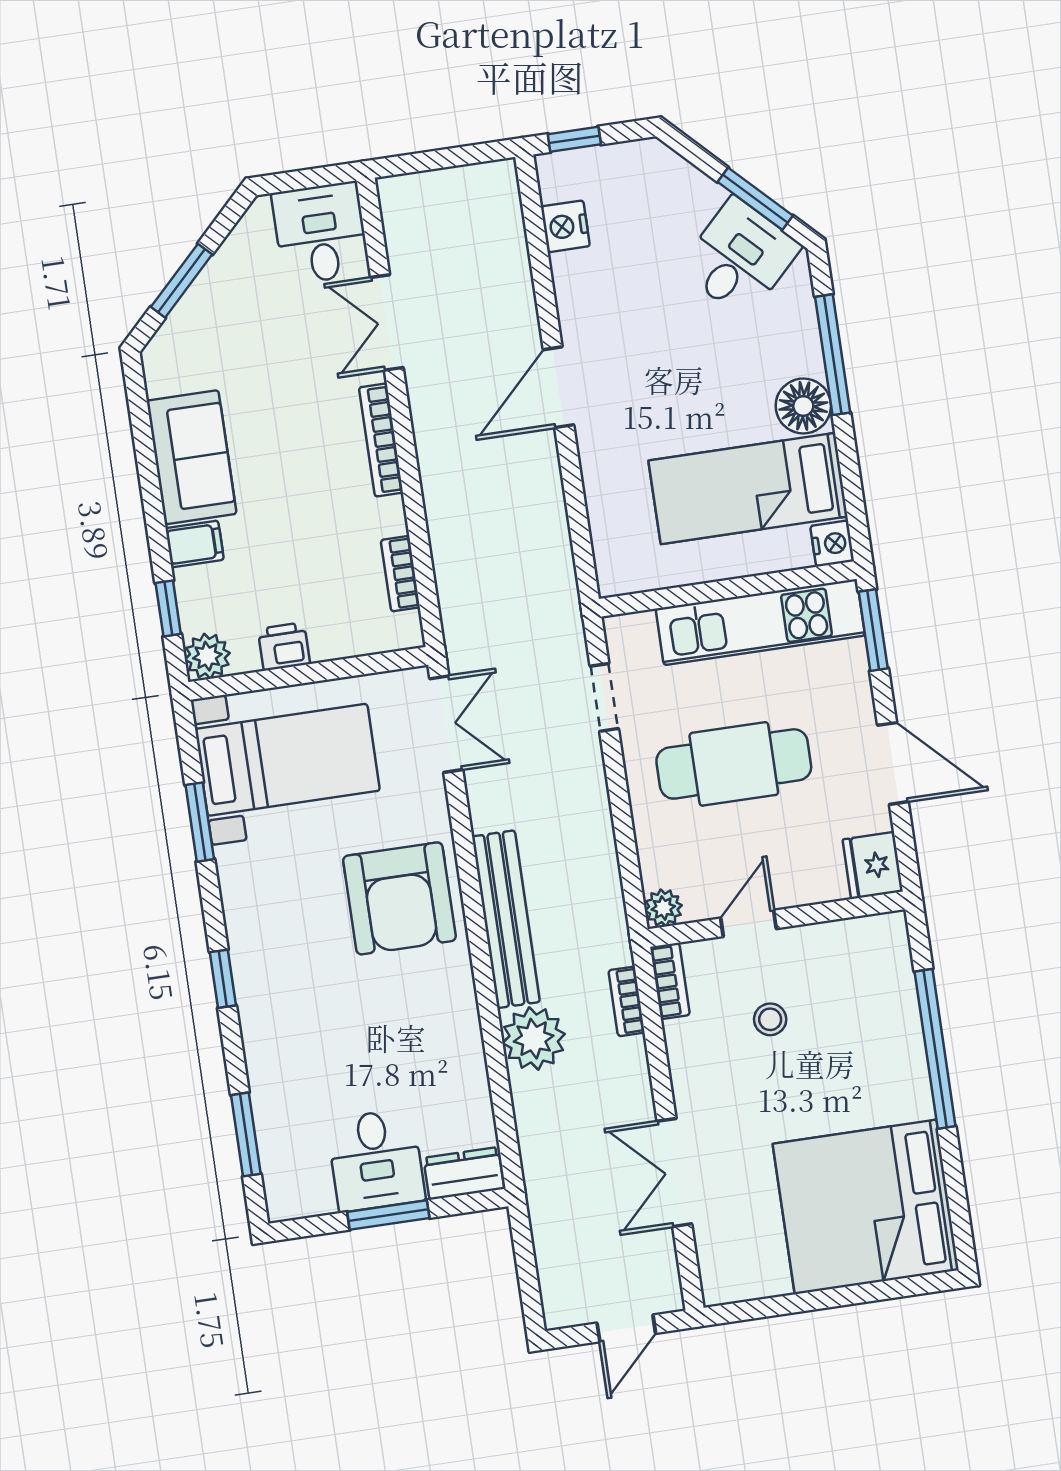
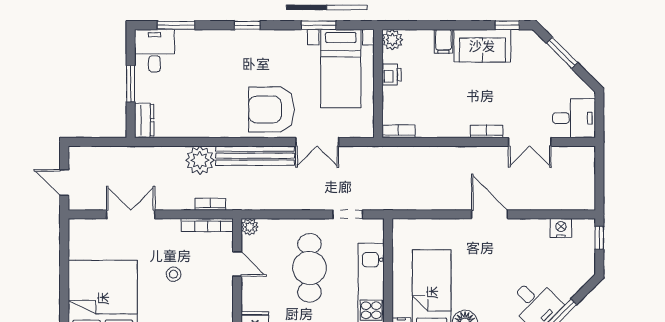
double door: (387, 323) -> (530, 142), swing flipped
bookcase: (381, 440) -> (487, 131), width x0.64
bookcase: (400, 574) -> (398, 131), moved
window: (168, 608) -> (507, 25), moved
double door: (446, 724) -> (317, 142), moved
bookcase: (670, 981) -> (207, 225), width x1.56
stool: (770, 1019) -> (174, 274), moved
desk: (376, 1160) -> (154, 51), moved, turned 90

